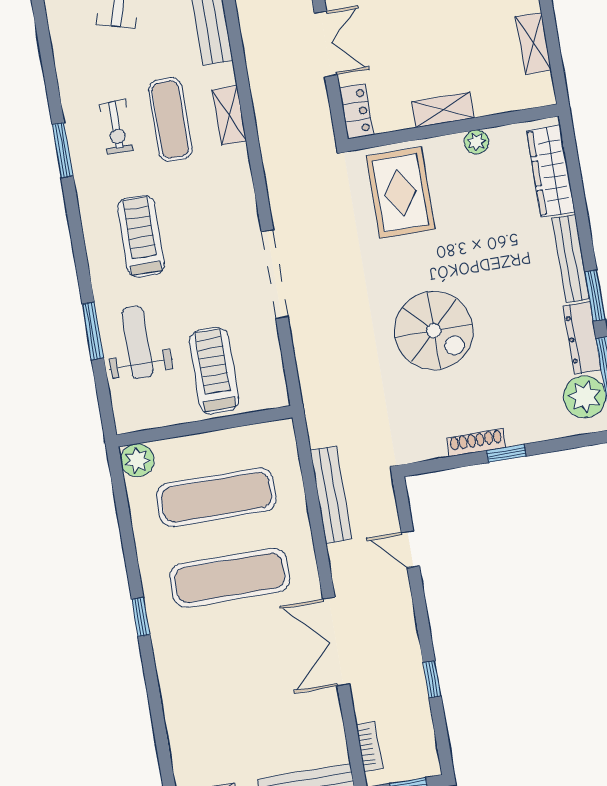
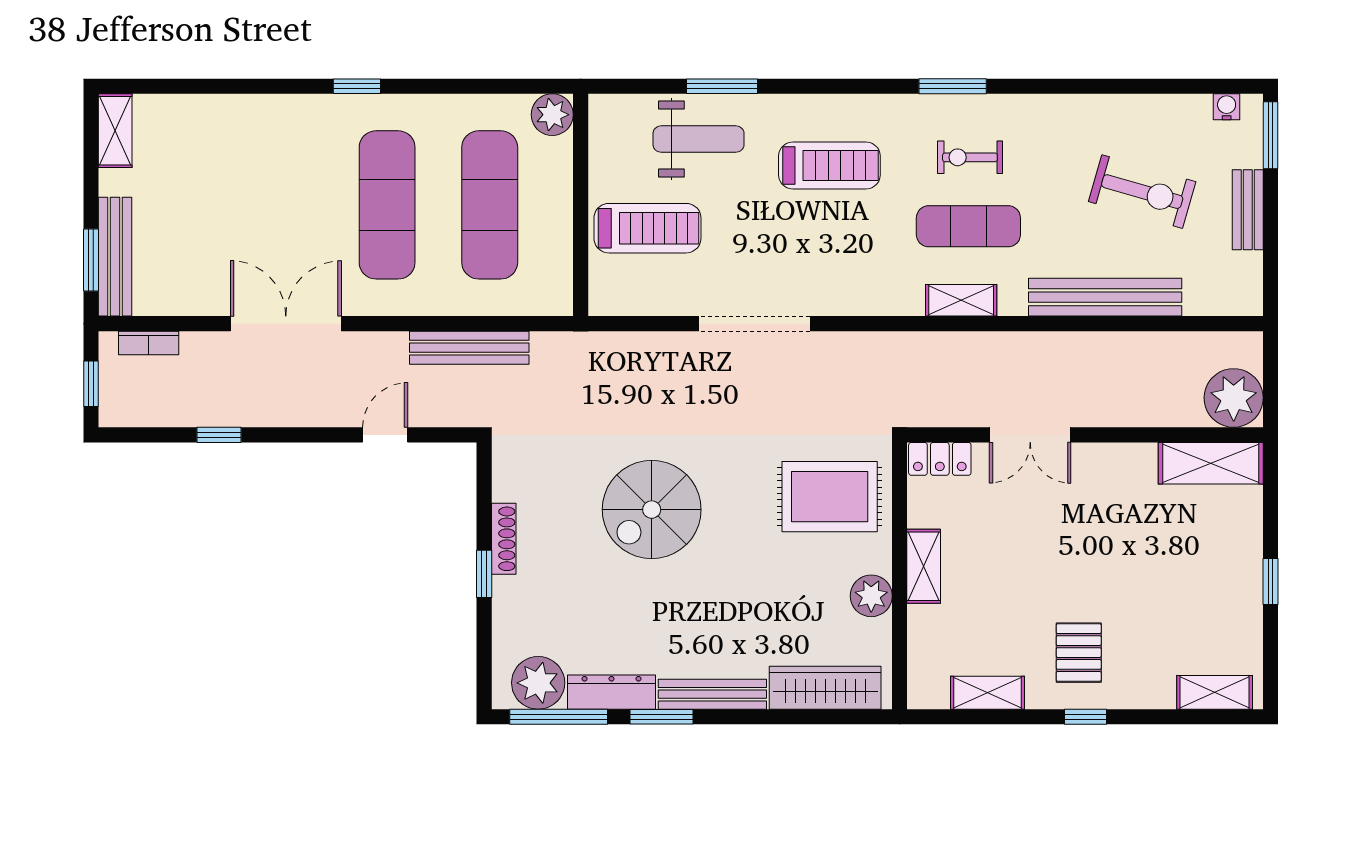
plant: (476, 142) -> (871, 596), width x1.38, depth x1.38

